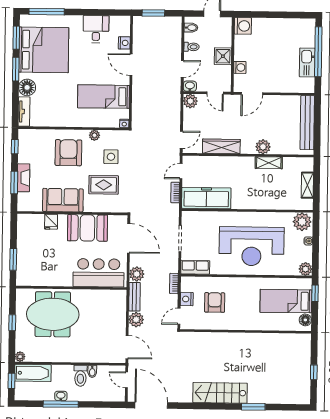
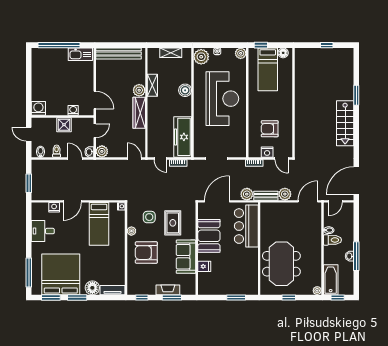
kitchen sink: (307, 62) -> (80, 54), moved
wardrobe: (221, 146) -> (139, 113), moved
boiler: (262, 202) -> (185, 90), added
row of seats: (195, 267) -> (240, 145), removed

